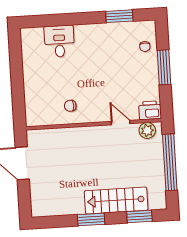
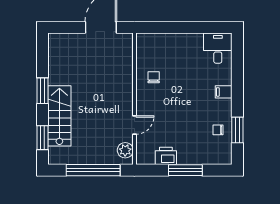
filing cabinet: (81, 33) -> (224, 92), added
desk: (59, 41) -> (218, 48), moved, turned -90
chair: (145, 47) -> (218, 130), moved
printer: (150, 110) -> (166, 156), moved, turned -90

